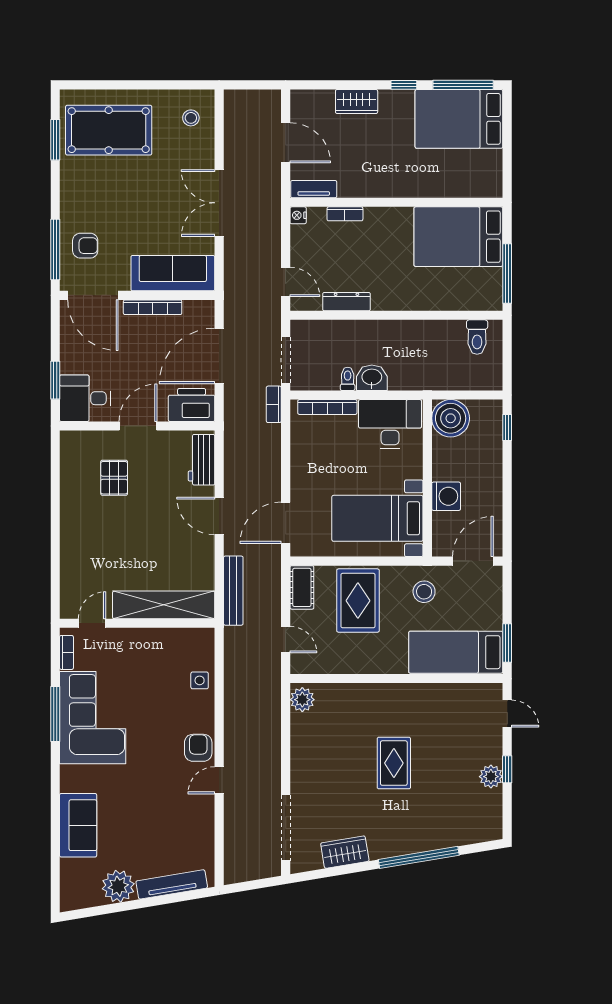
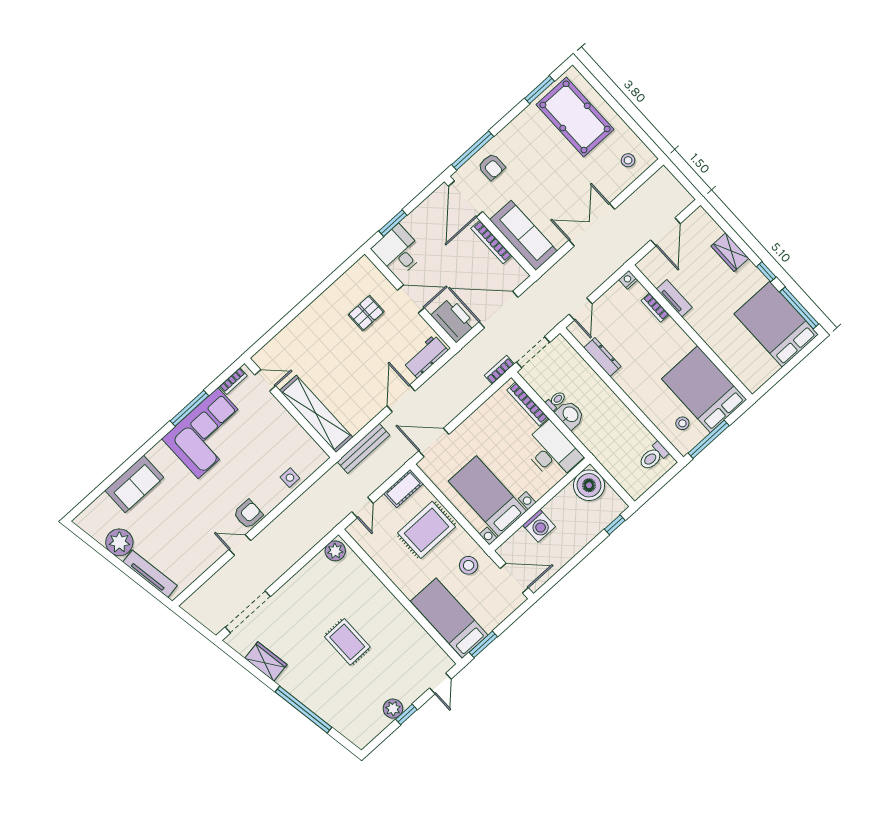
tv unit: (314, 189) -> (674, 298), moved
stool: (471, 284) -> (682, 423), added
rug: (394, 763) -> (347, 642), turned 90

